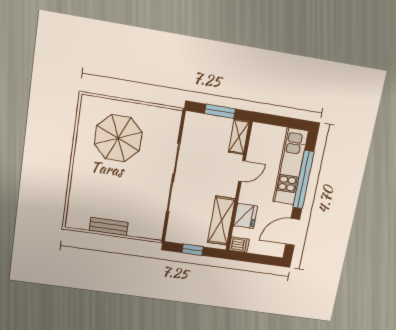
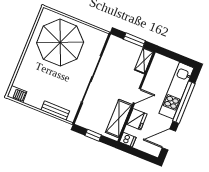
parasol: (118, 138) -> (60, 43), width x1.36, depth x1.36
door: (242, 171) -> (137, 96), moved
barbecue: (77, 221) -> (17, 94), added
bench: (109, 227) -> (55, 110), moved

